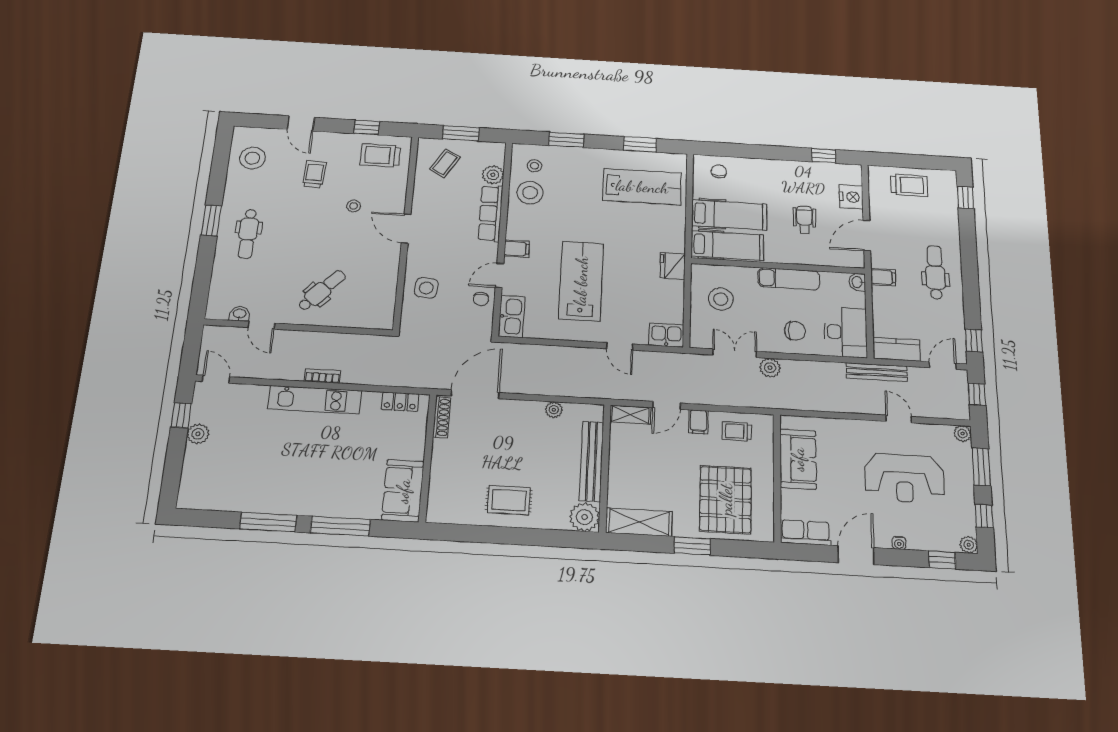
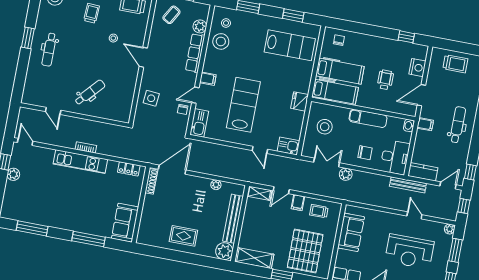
washbasin: (240, 314) -> (41, 102), removed
window: (268, 522) -> (32, 228), moved

